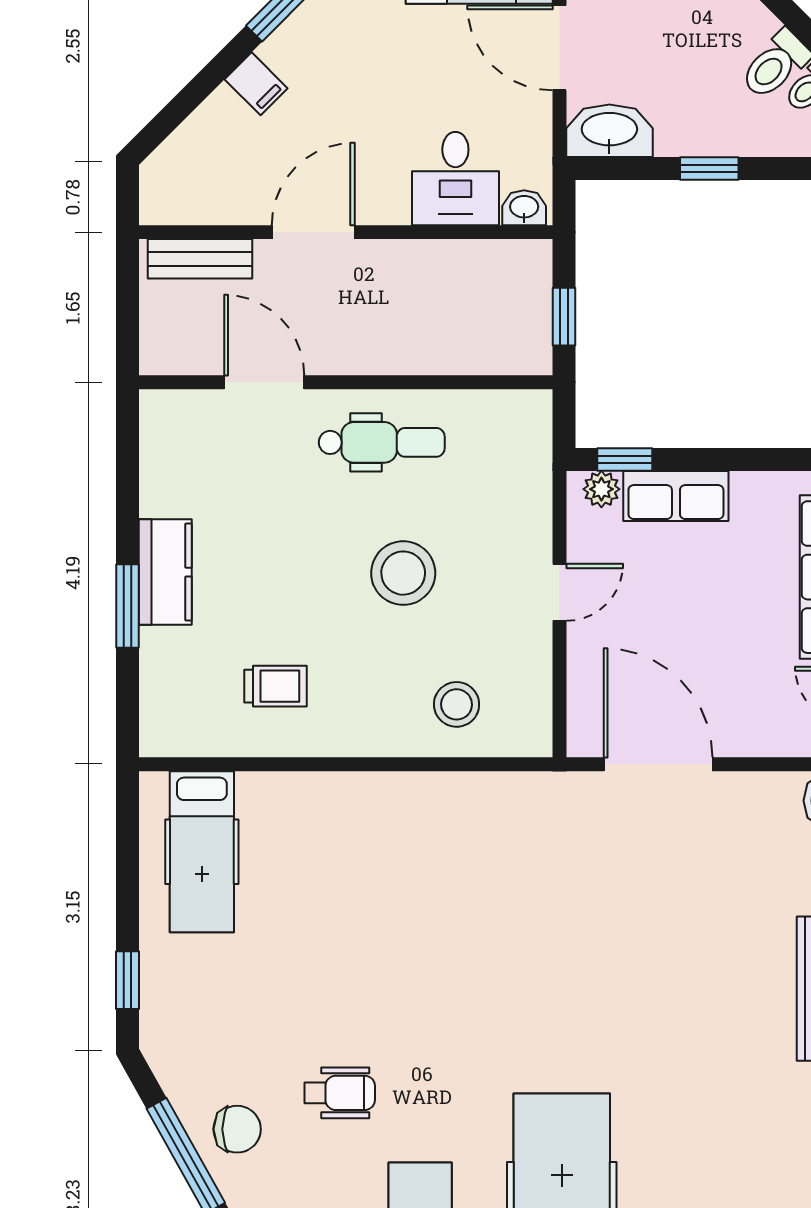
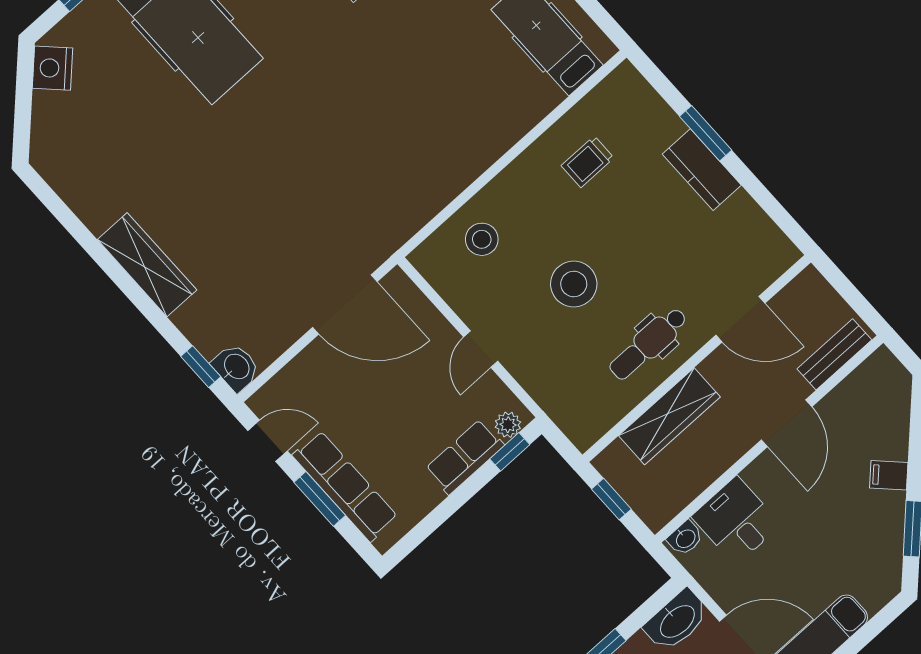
wardrobe: (427, 348) -> (669, 416), added

